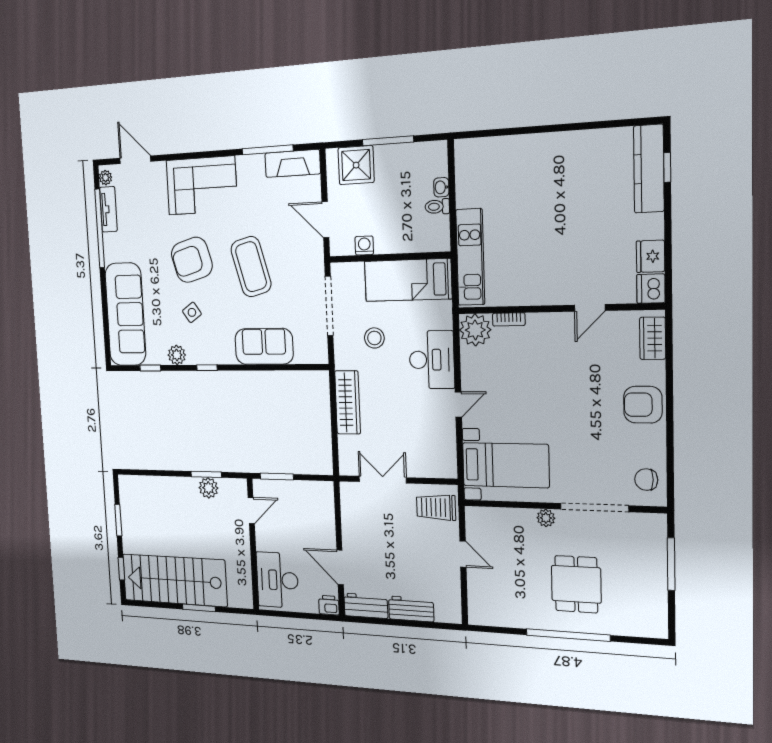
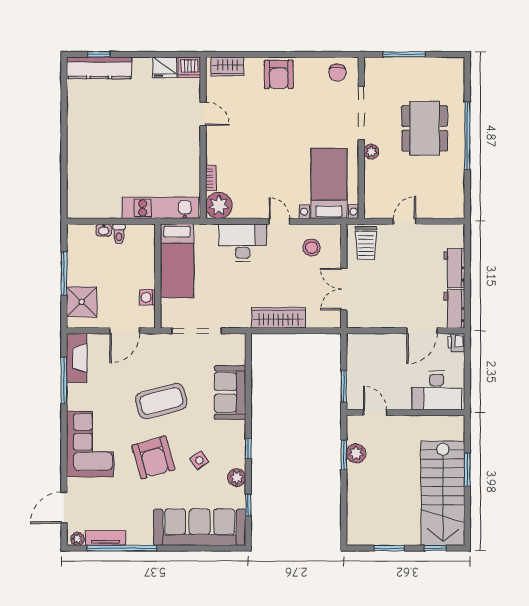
stool: (374, 338) -> (312, 248), moved
dining table: (576, 584) -> (425, 128), width x1.37

